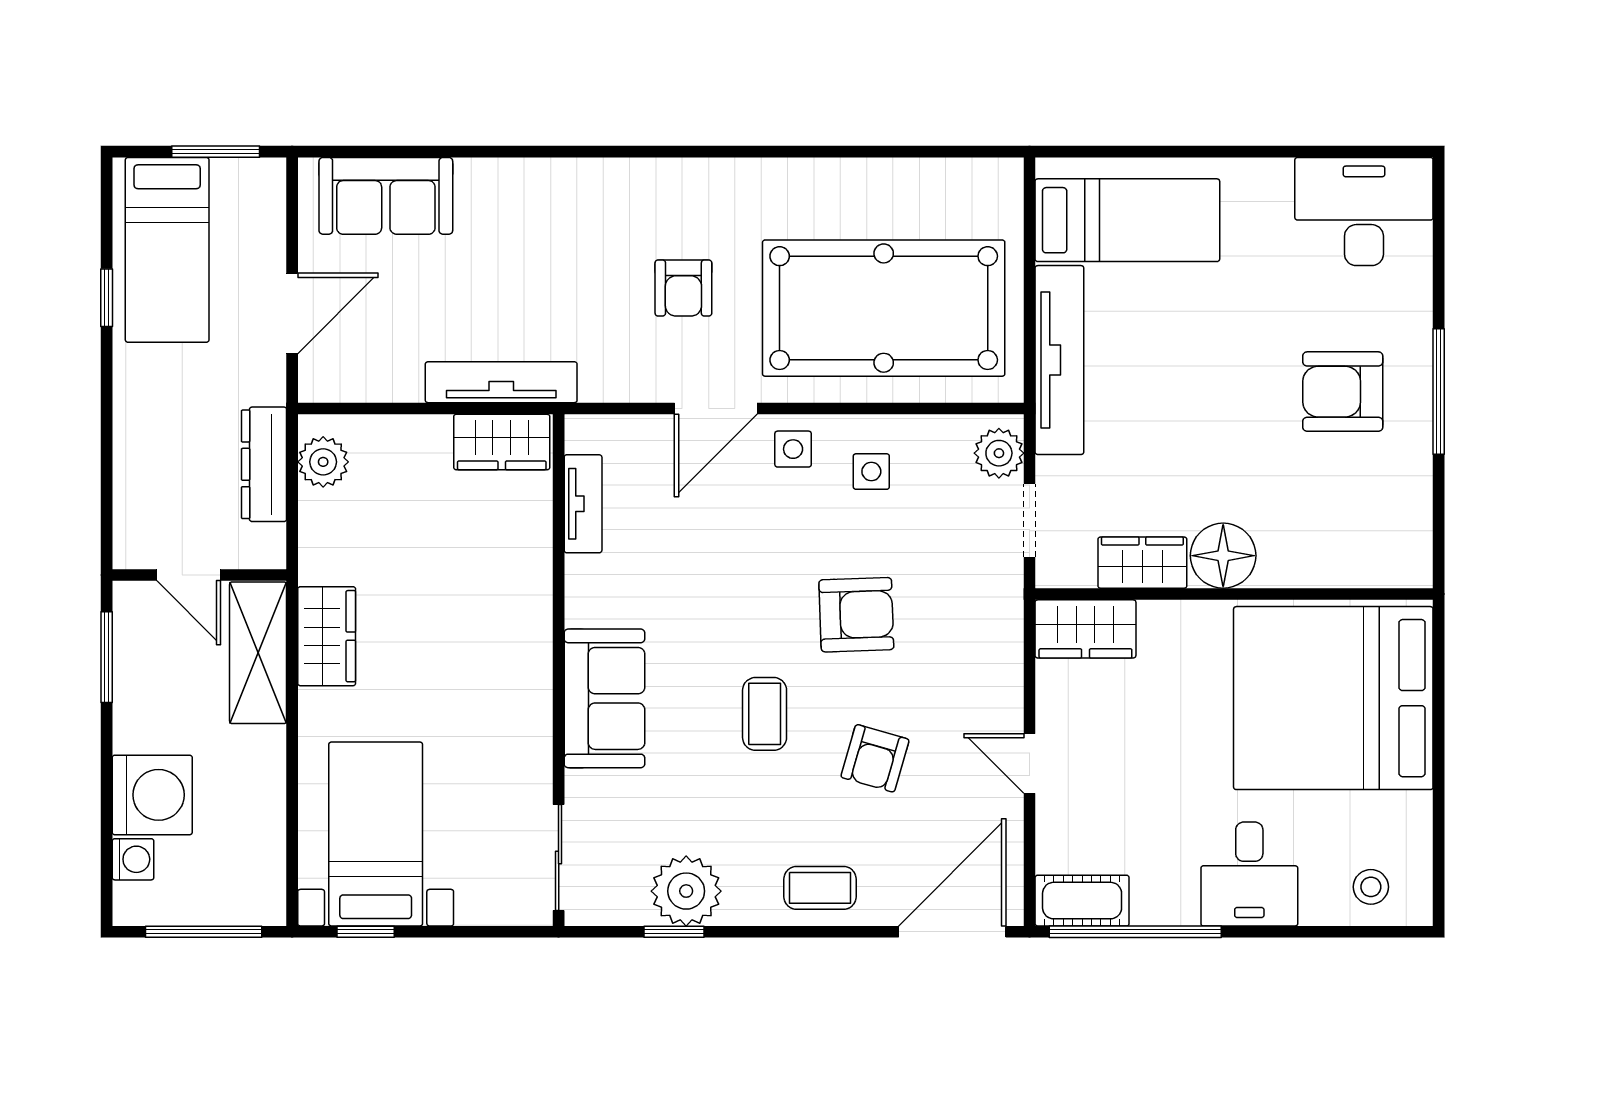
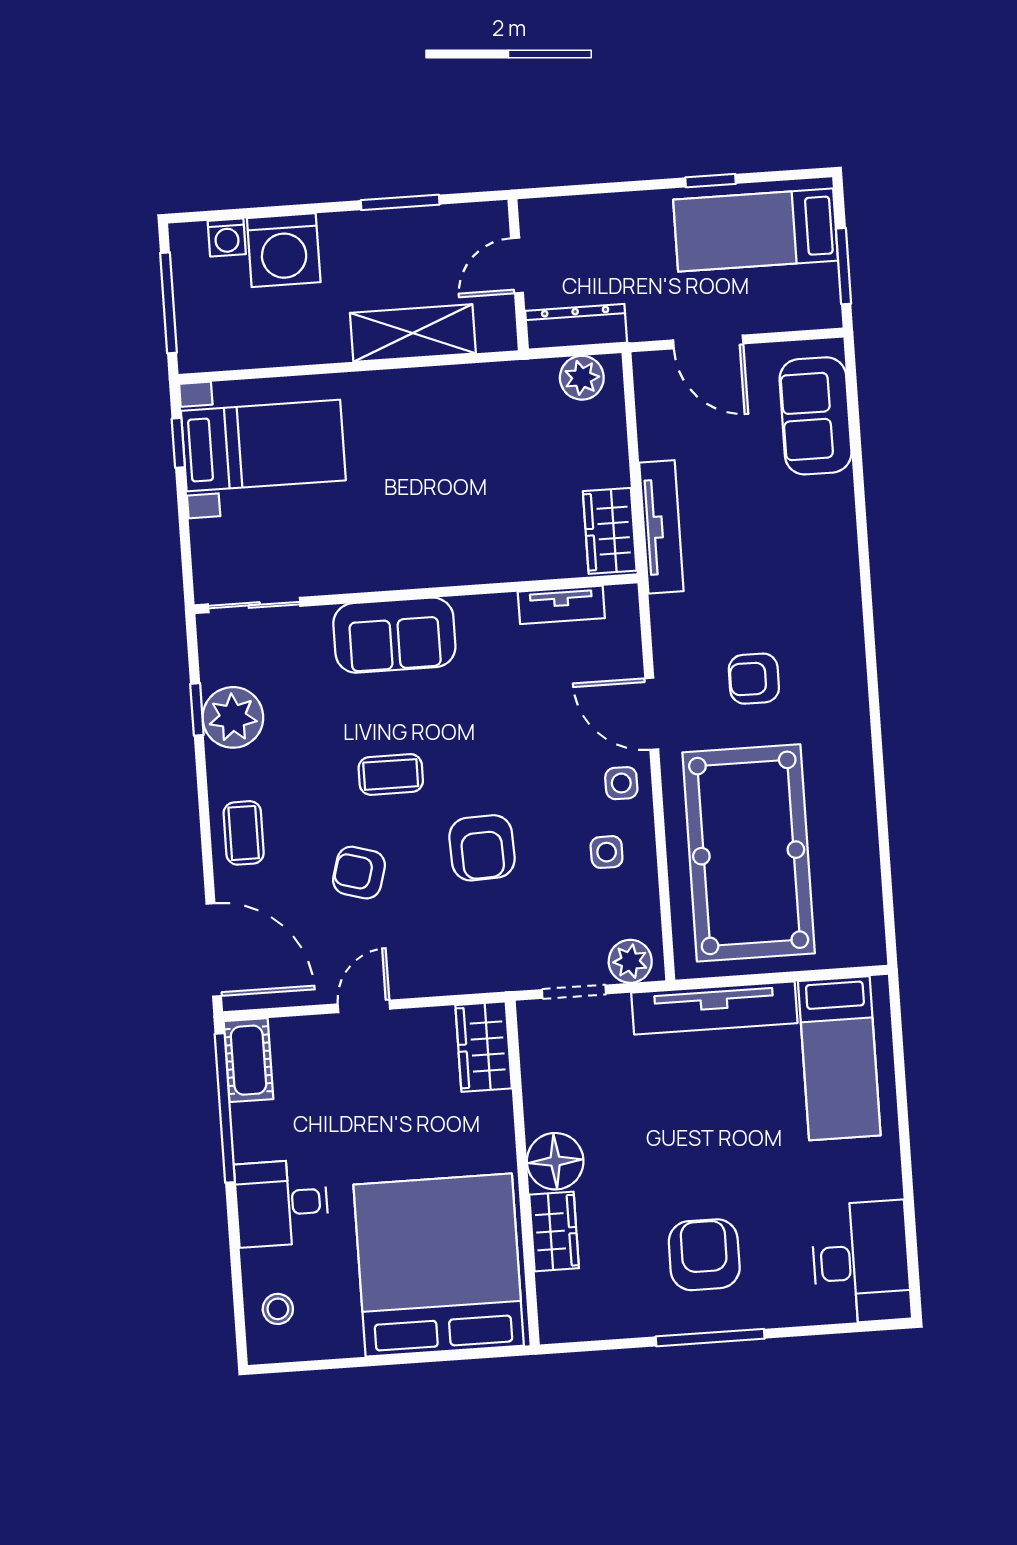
wardrobe: (1142, 563) -> (554, 1231), moved
door: (189, 575) -> (517, 266), moved
wall: (199, 575) -> (518, 275), moved
wardrobe: (327, 636) -> (431, 391), removed

